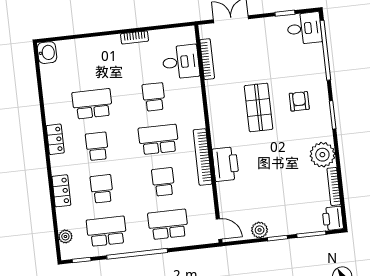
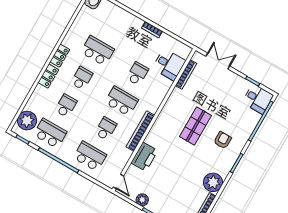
printer: (226, 164) -> (144, 157), moved
locker: (61, 191) -> (48, 76), moved
plant: (65, 236) -> (27, 121), width x1.88, depth x1.88

